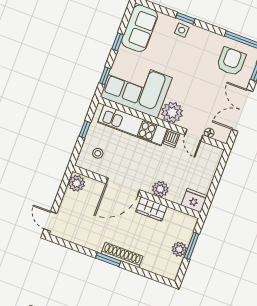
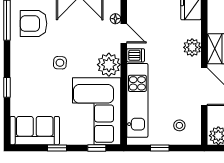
side table: (182, 30) -> (60, 63), moved
door: (194, 135) -> (124, 33), hinge flipped

